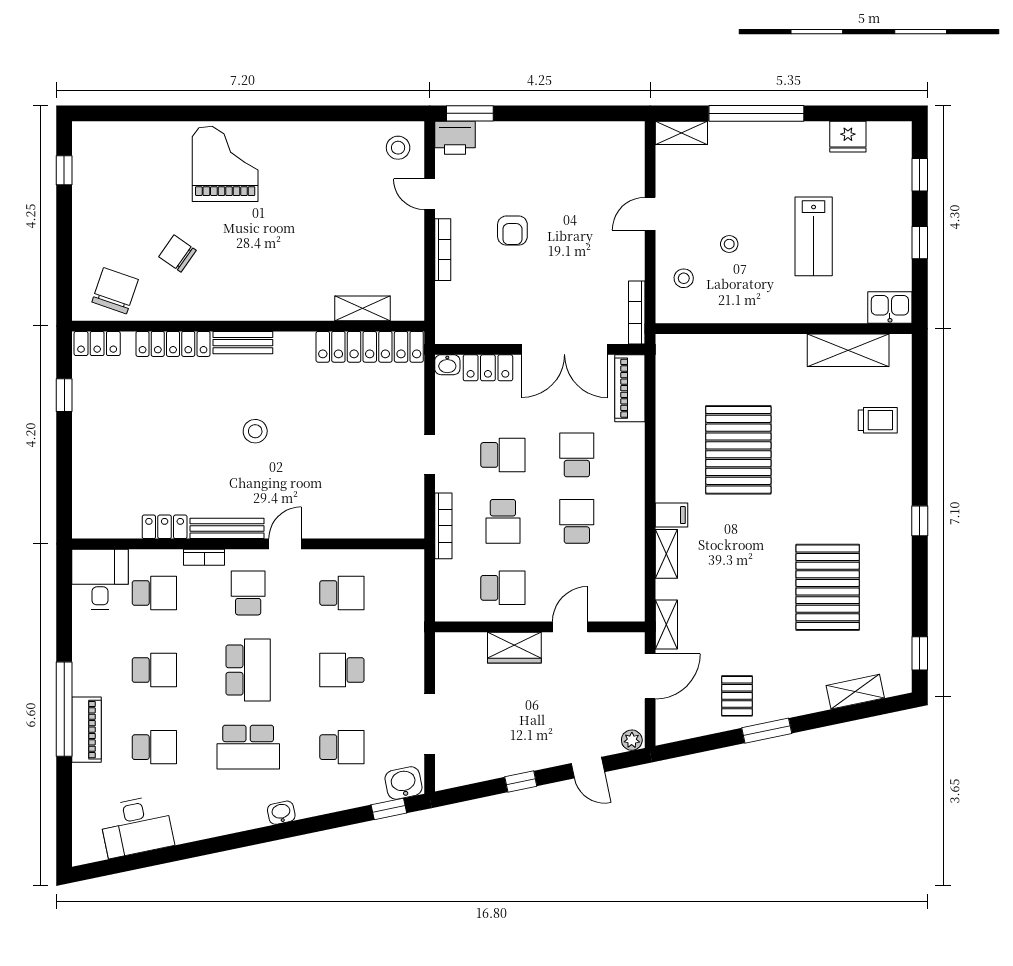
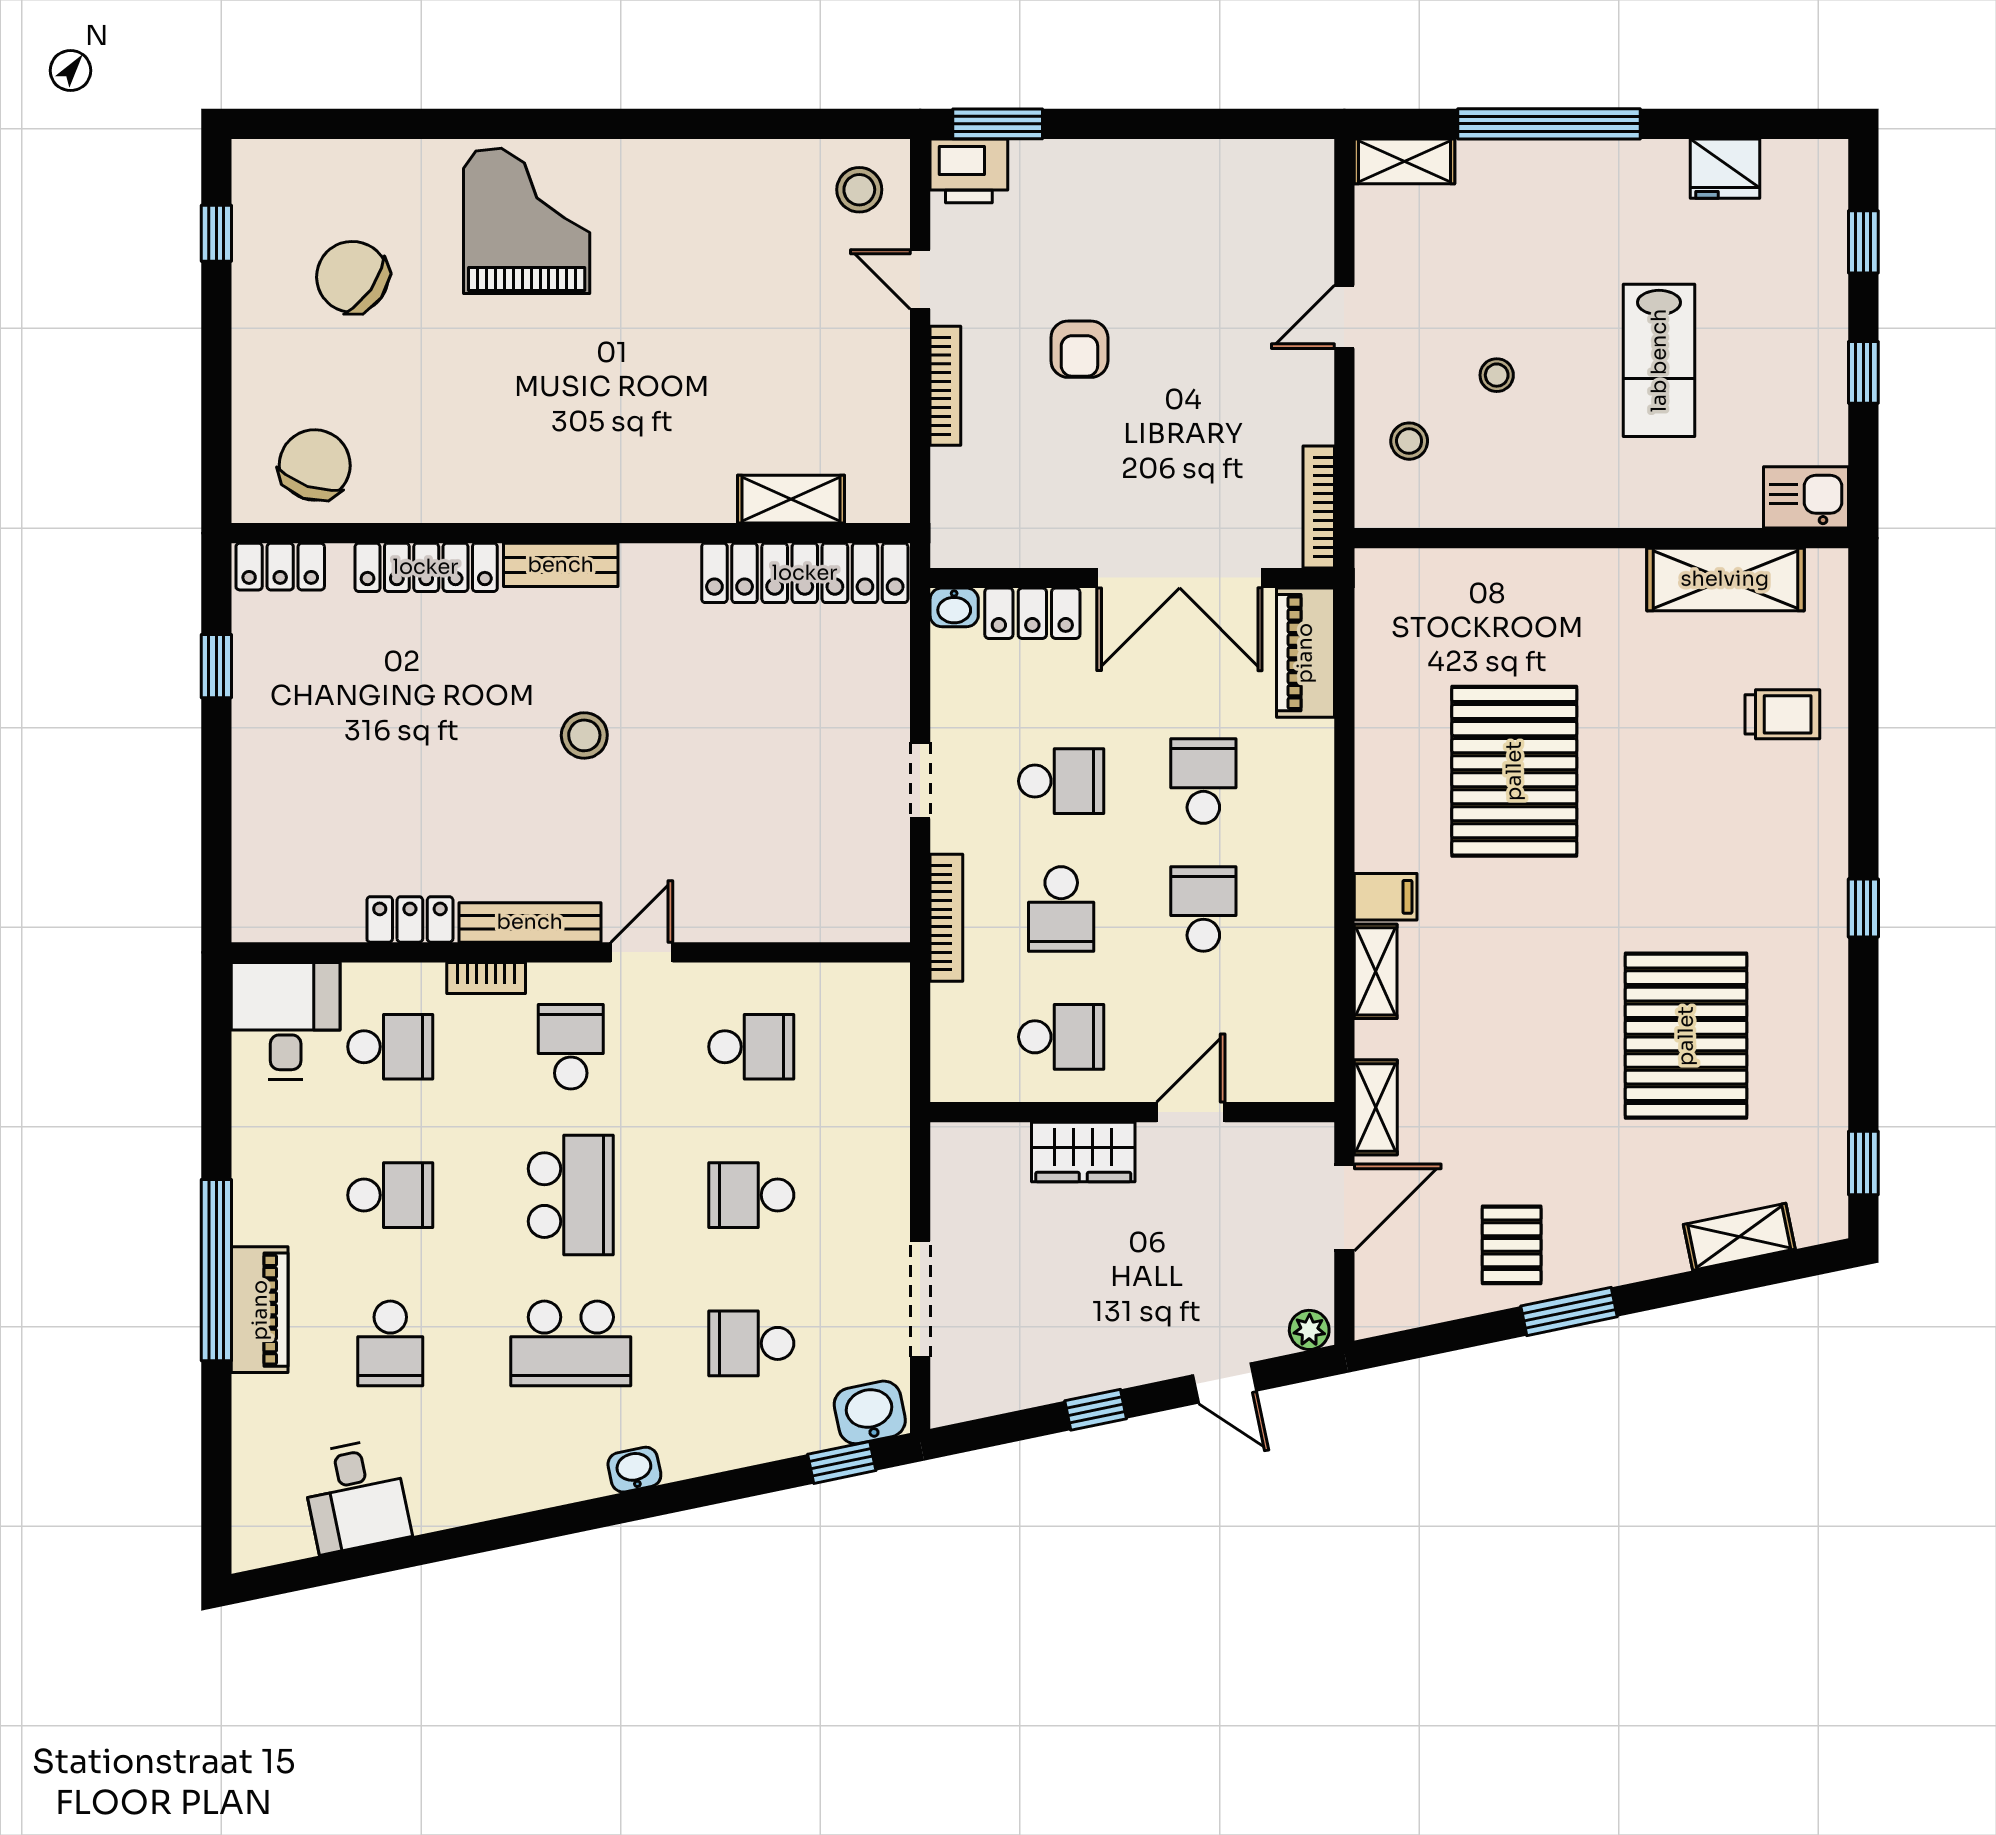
chair: (178, 254) -> (352, 277), moved, width x1.37, depth x1.37
school desk: (154, 747) -> (390, 1343), turned 90
school desk: (342, 747) -> (751, 1343), turned 180
desk: (136, 826) -> (356, 1496), width x0.73

